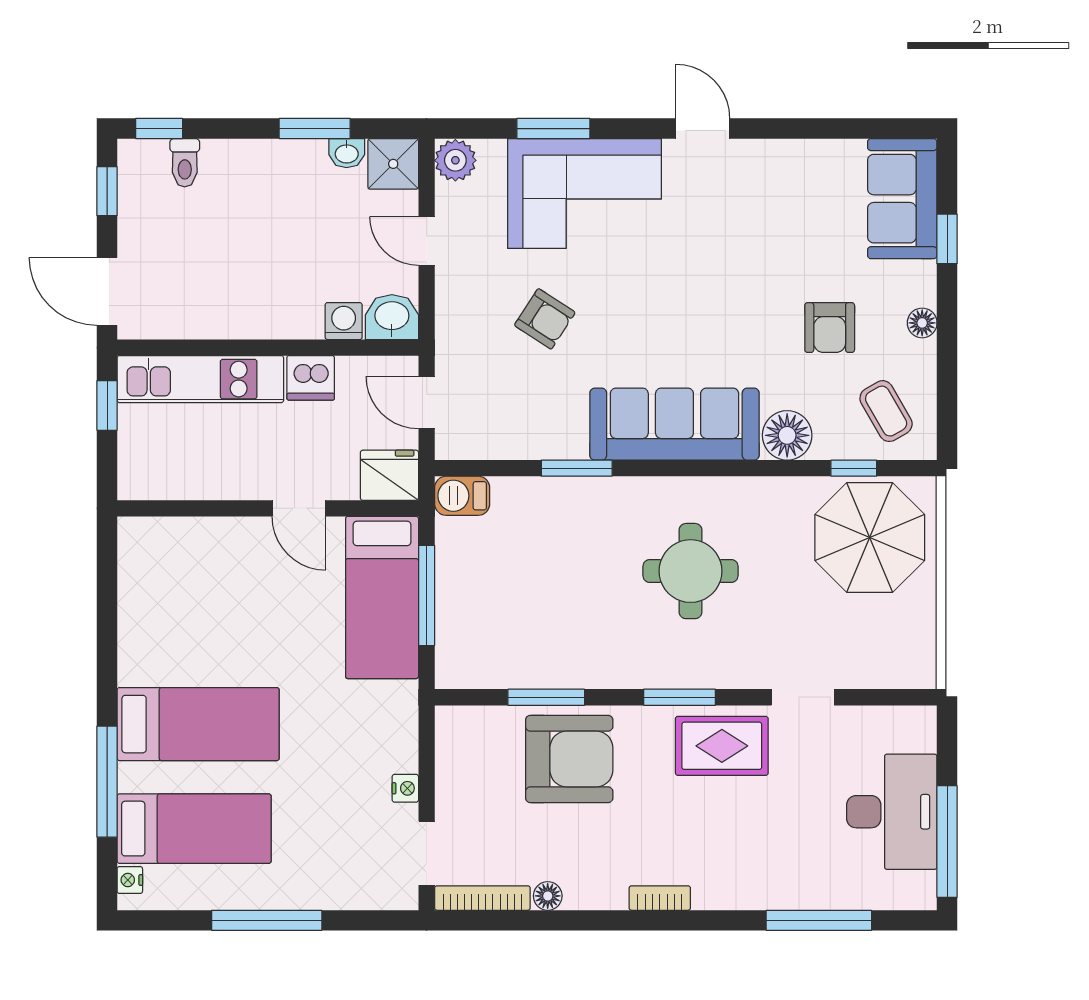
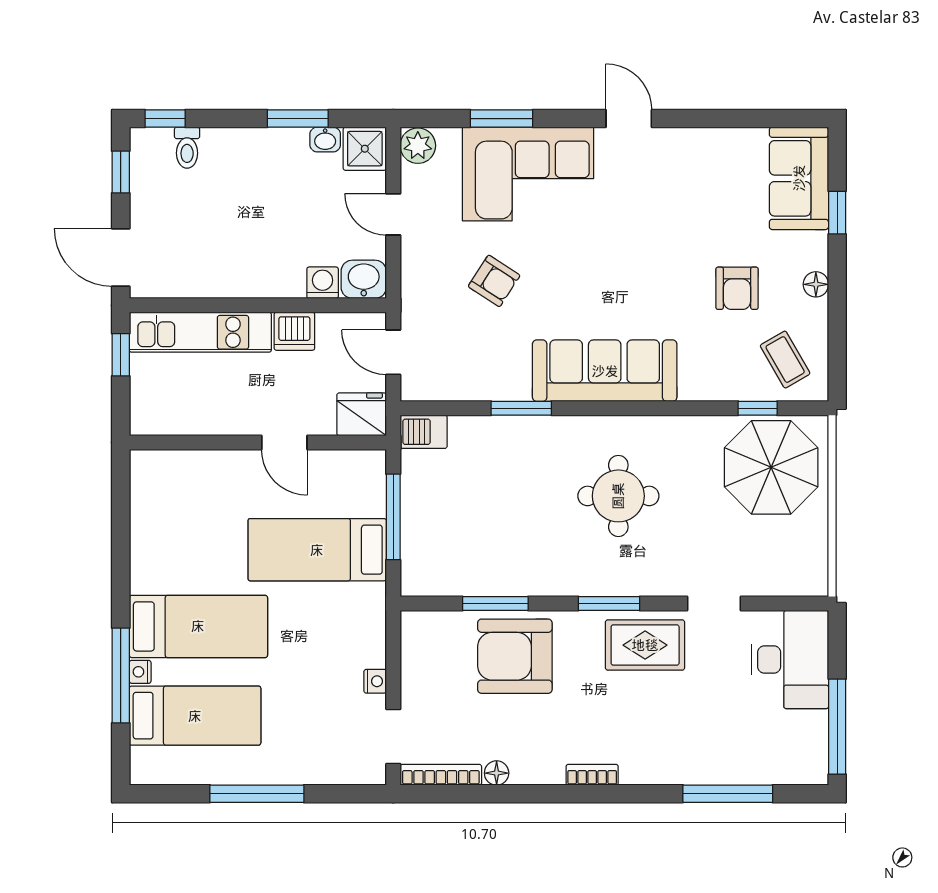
floor lamp: (787, 435) -> (701, 380), removed
bed: (382, 597) -> (317, 550), moved, turned 90
armchair: (569, 759) -> (515, 656), turned 180
desk: (892, 812) -> (790, 660), moved
nightstand: (130, 880) -> (140, 672), moved

